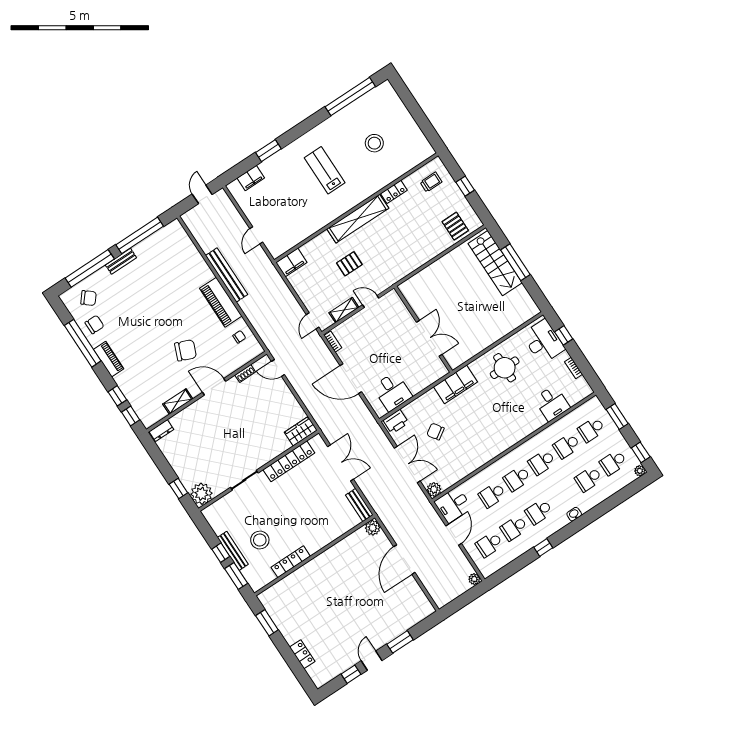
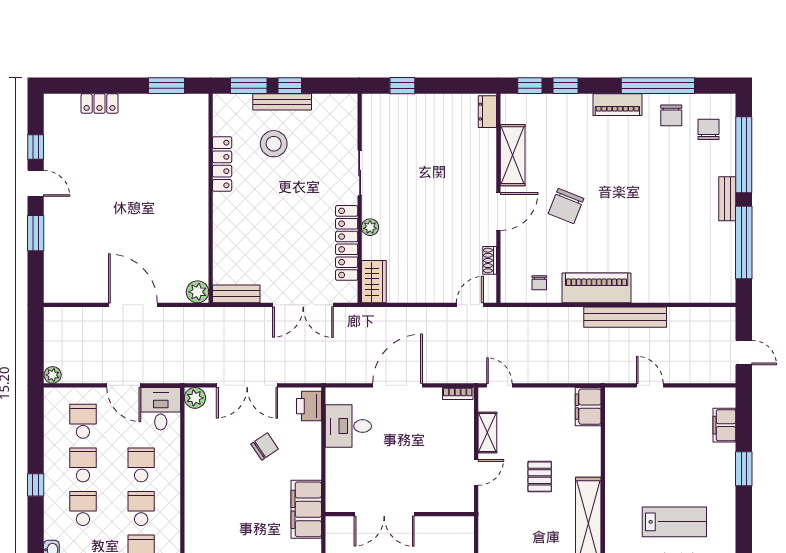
chair: (88, 298) -> (709, 129), turned 140
shelving: (178, 402) -> (513, 155), width x1.50, depth x1.33
plant: (201, 494) -> (370, 227), moved, width x0.53, depth x0.53

